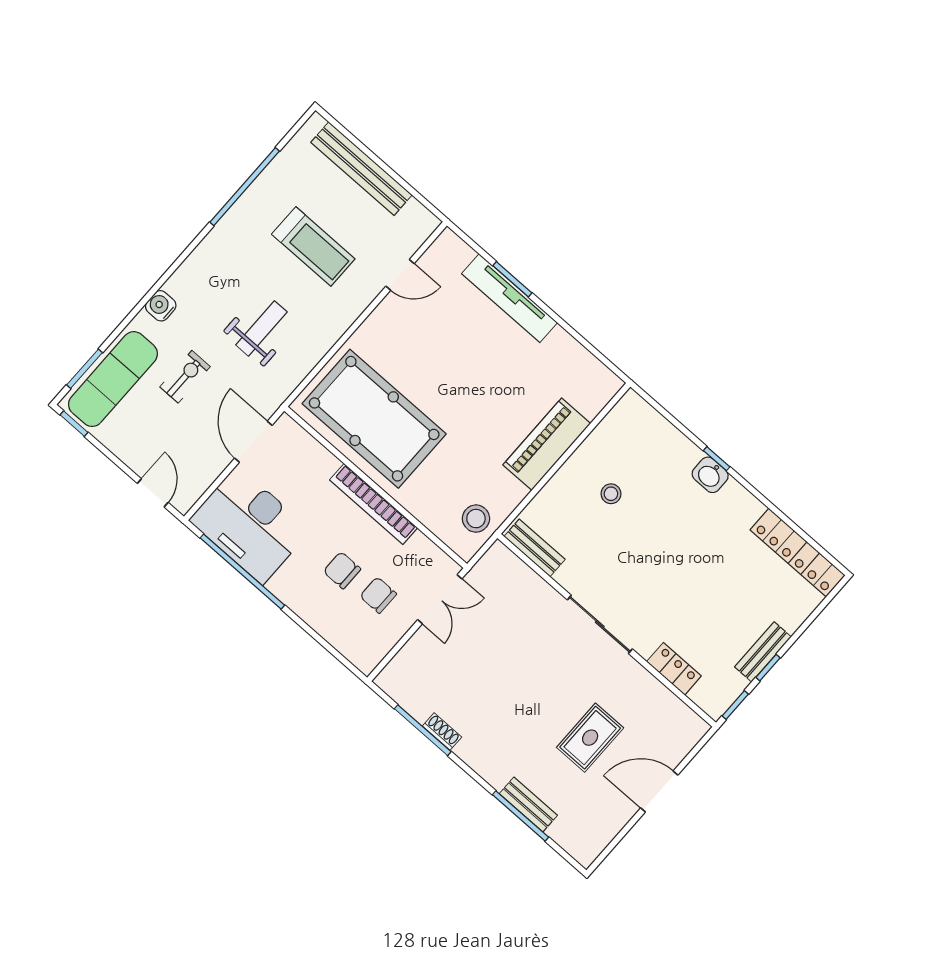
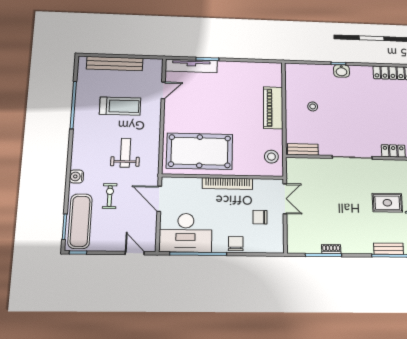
tv unit: (510, 298) -> (191, 66), moved
chair: (342, 570) -> (236, 244), moved, turned 90
rug: (590, 738) -> (387, 203), turned 90

